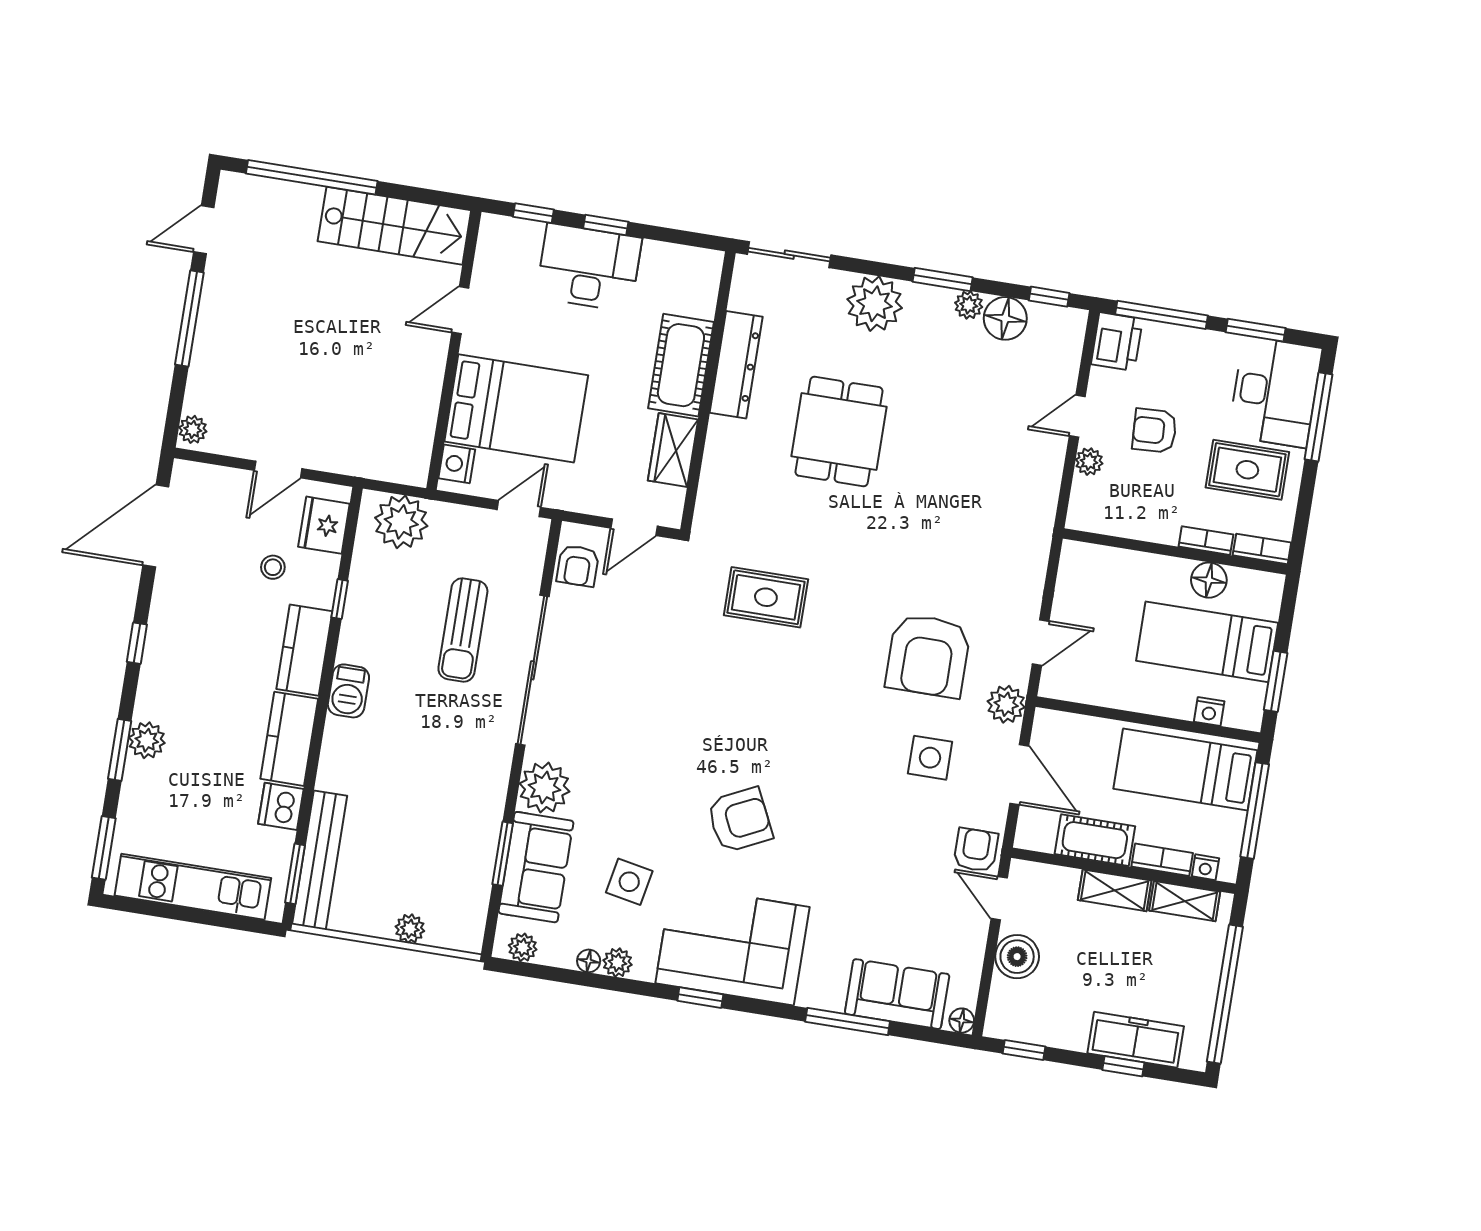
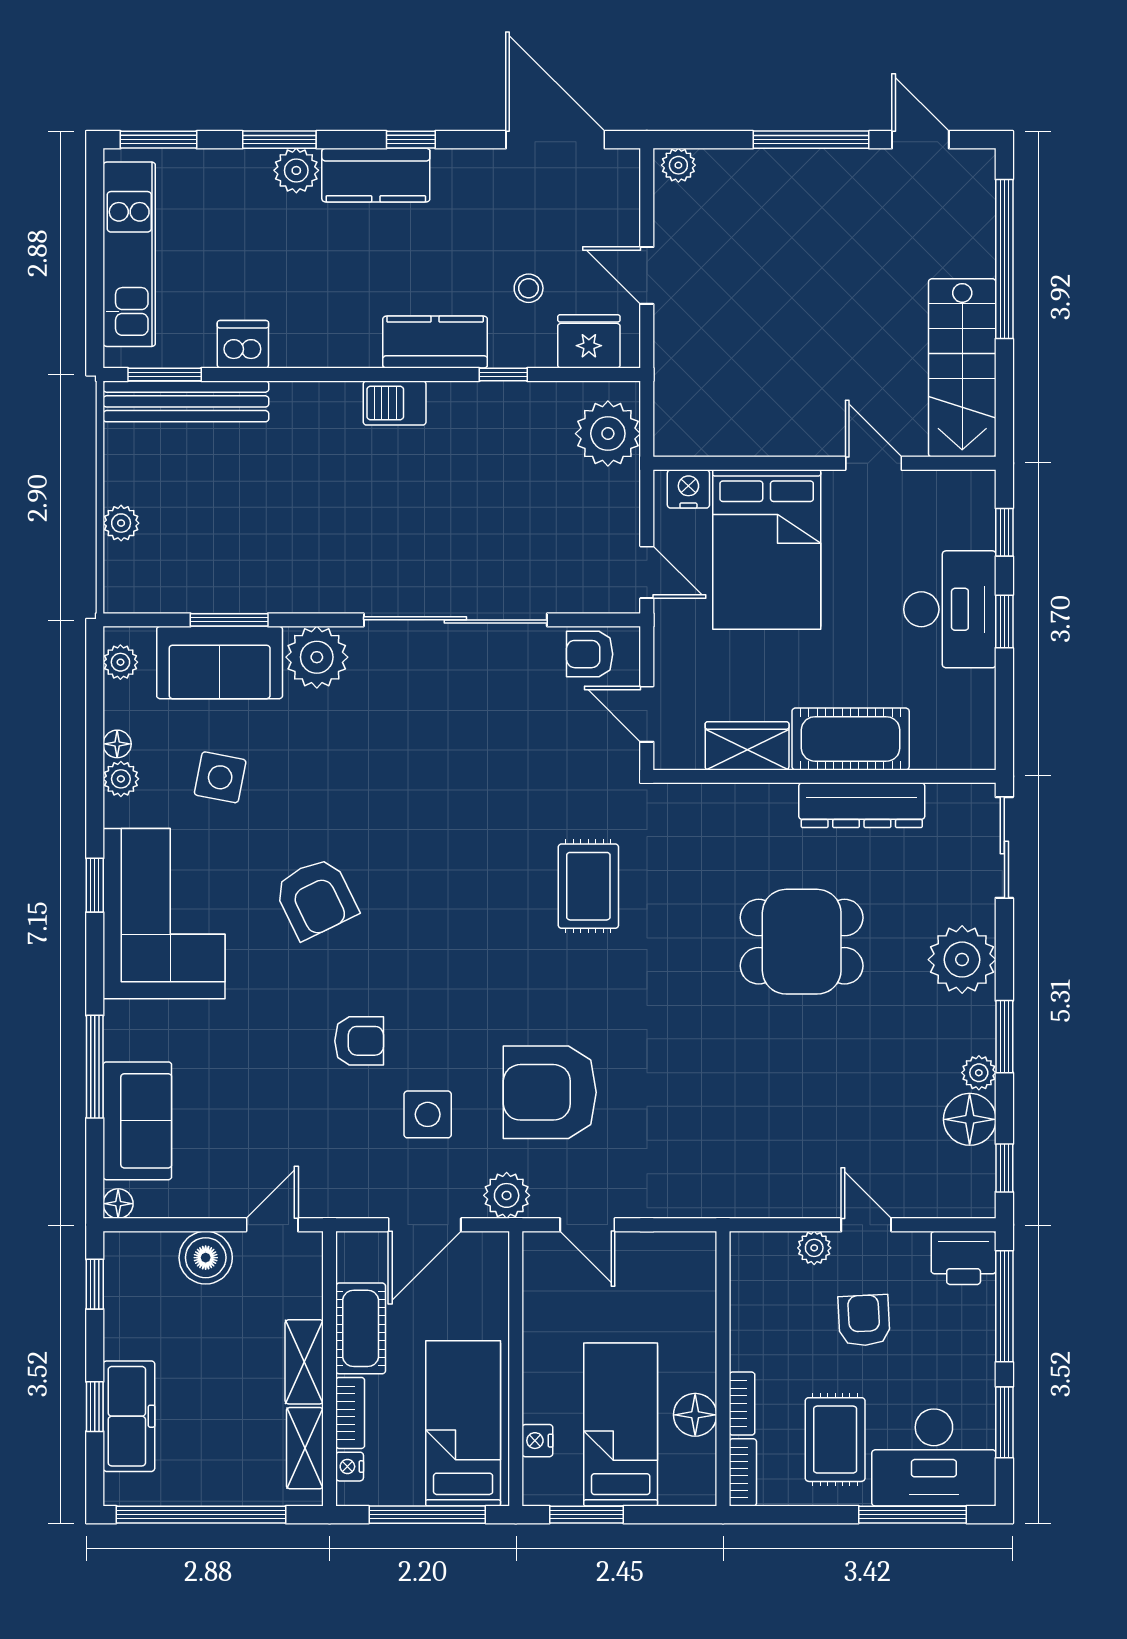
sun lounger: (463, 630) -> (490, 529), removed
kitchen counter: (289, 739) -> (376, 175), moved, turned 180
armchair: (976, 850) -> (359, 1041), moved

